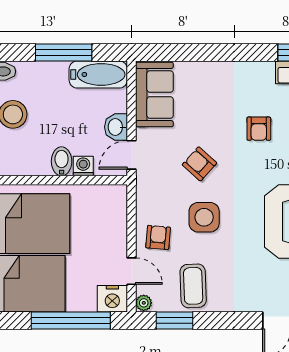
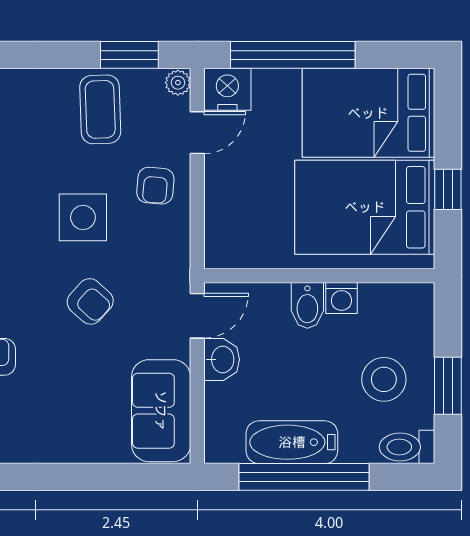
window: (64, 52) -> (304, 477), width x1.46
bathtub: (98, 74) -> (292, 442), moved
washing machine: (83, 166) -> (341, 298), moved
door: (131, 271) -> (197, 133), swing flipped

